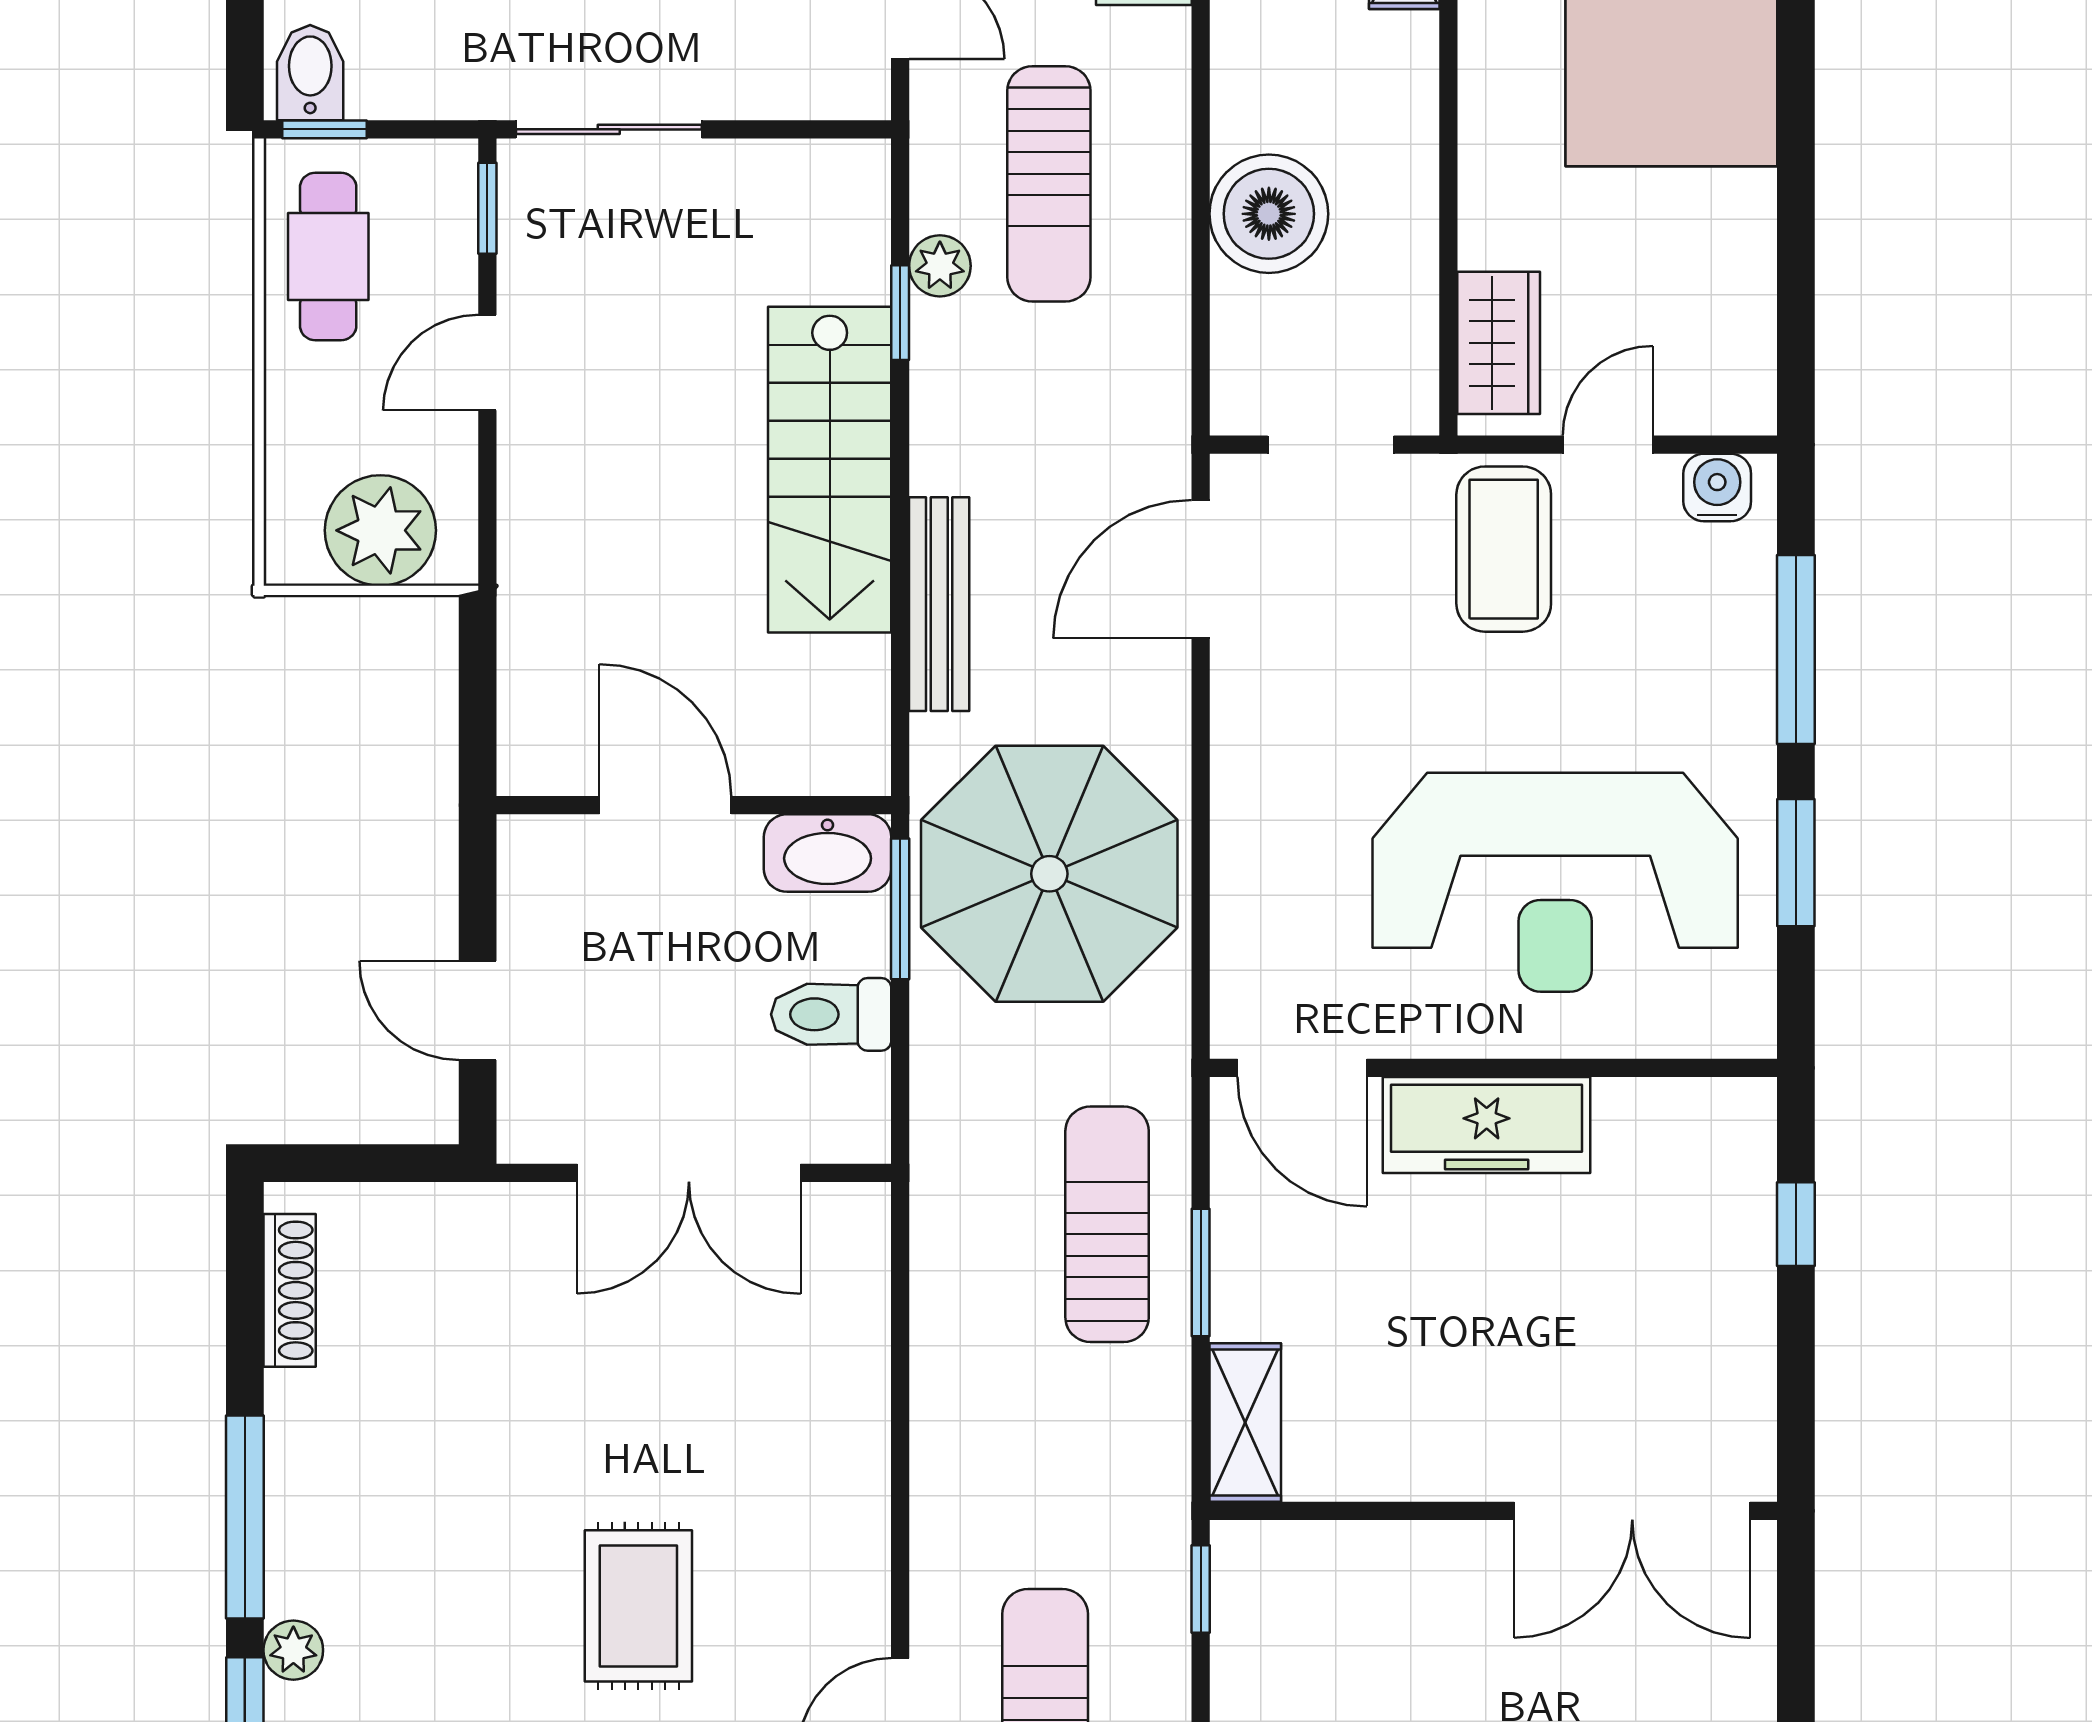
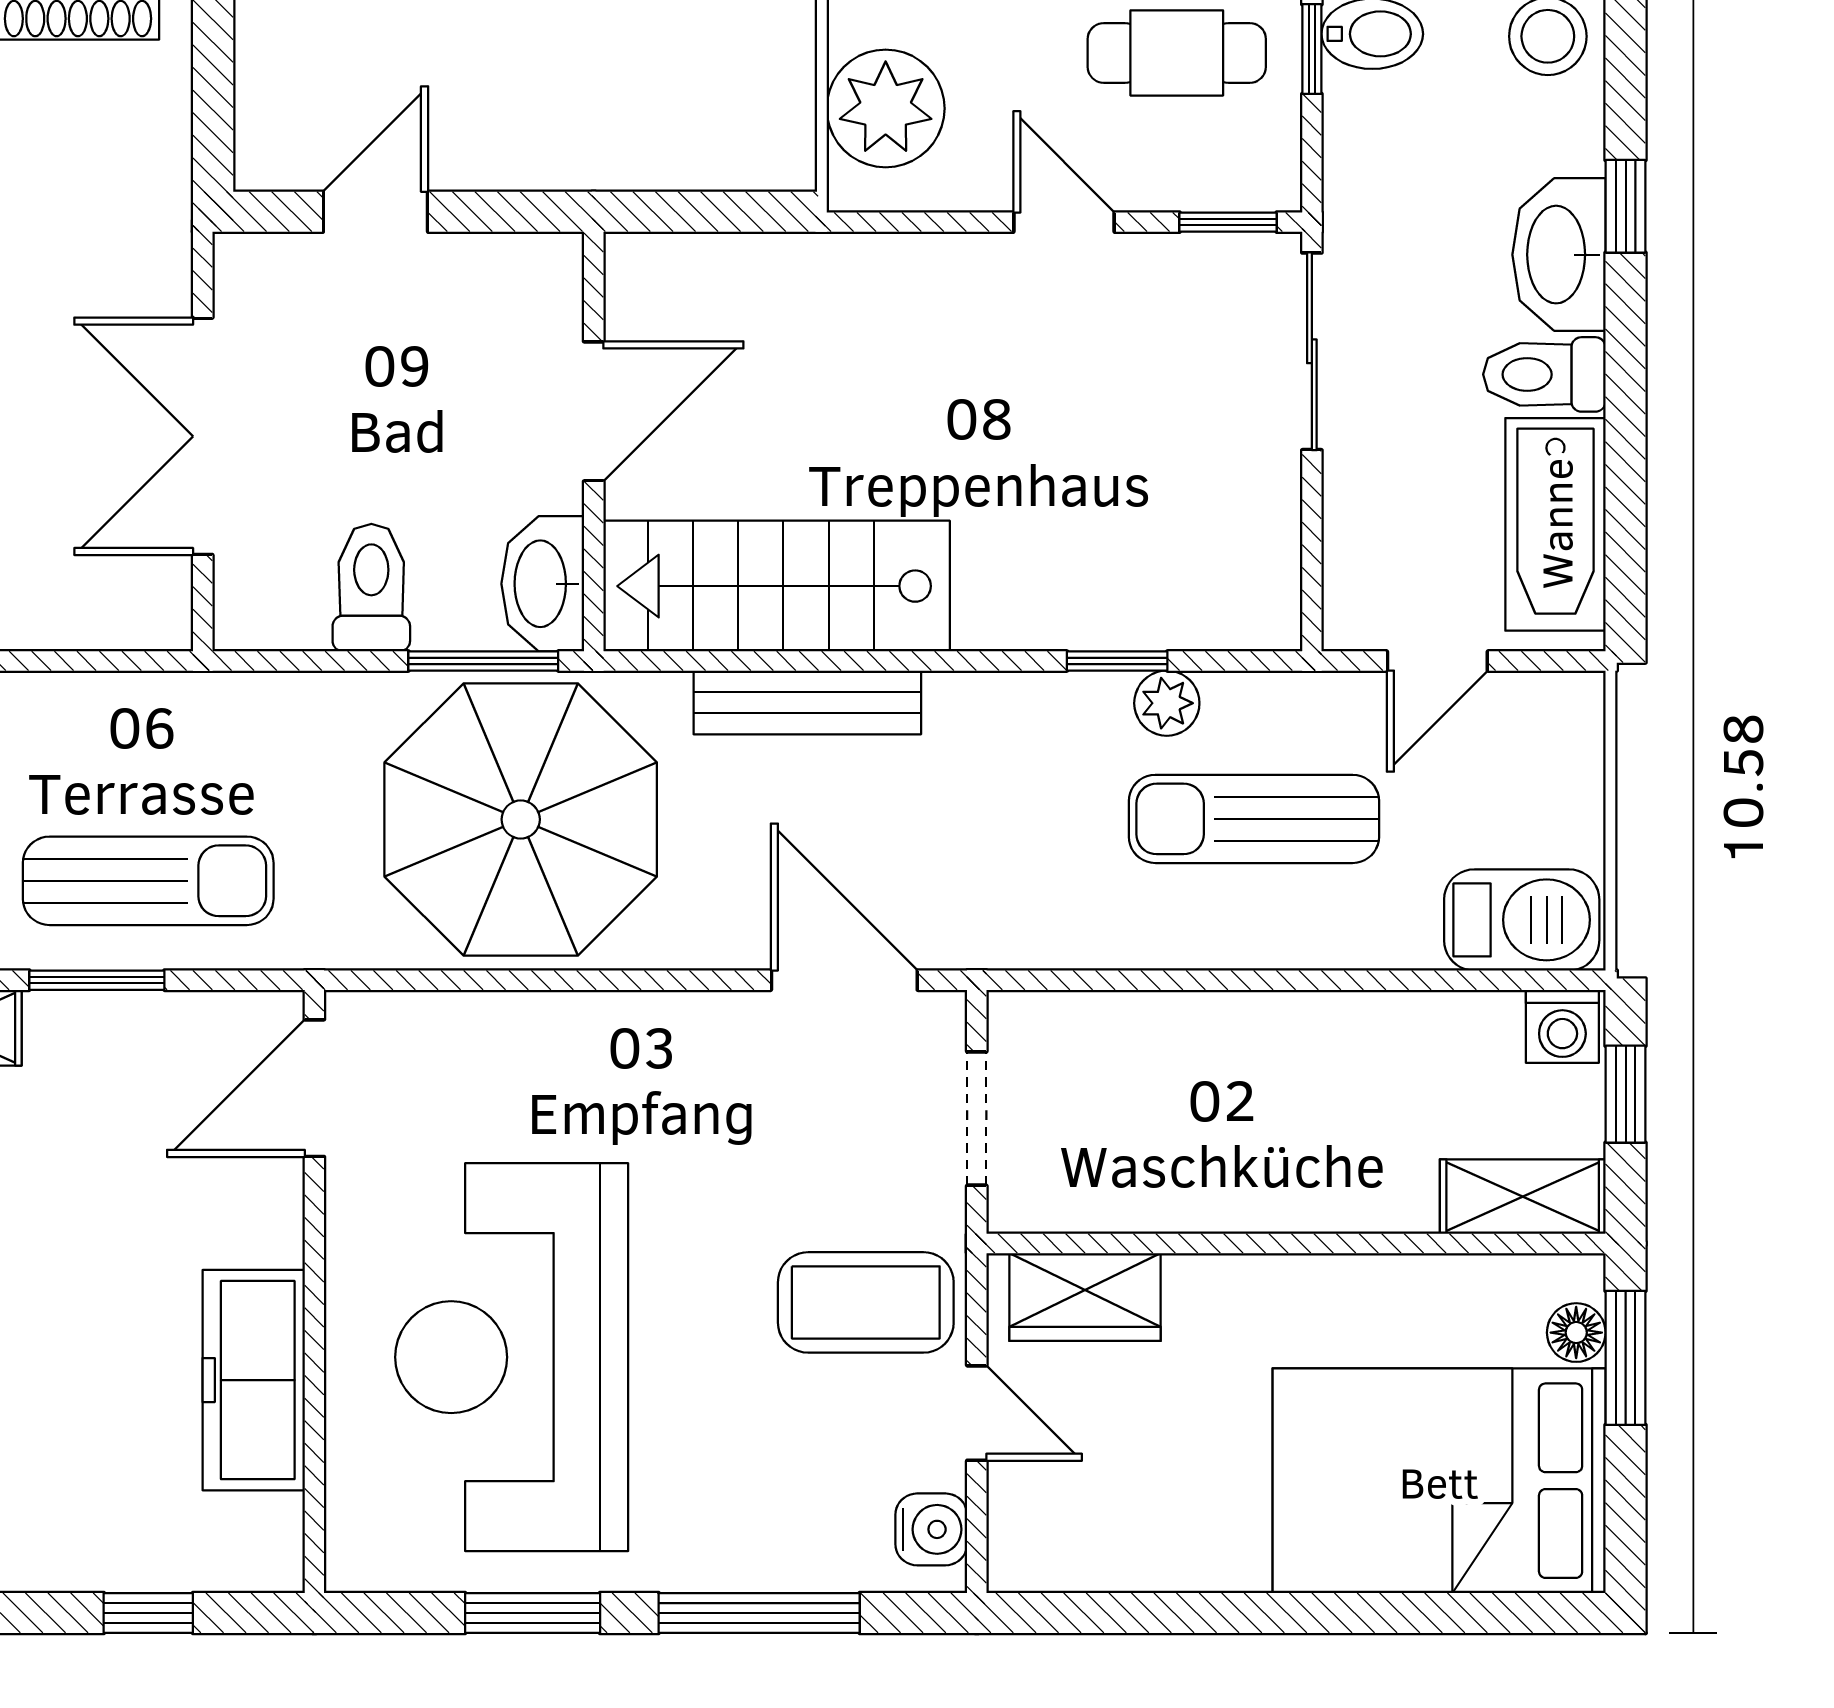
boiler: (1269, 214) -> (1222, 1053), removed
stairs: (830, 470) -> (777, 586), moved
freezer: (1487, 1125) -> (254, 1380), moved

